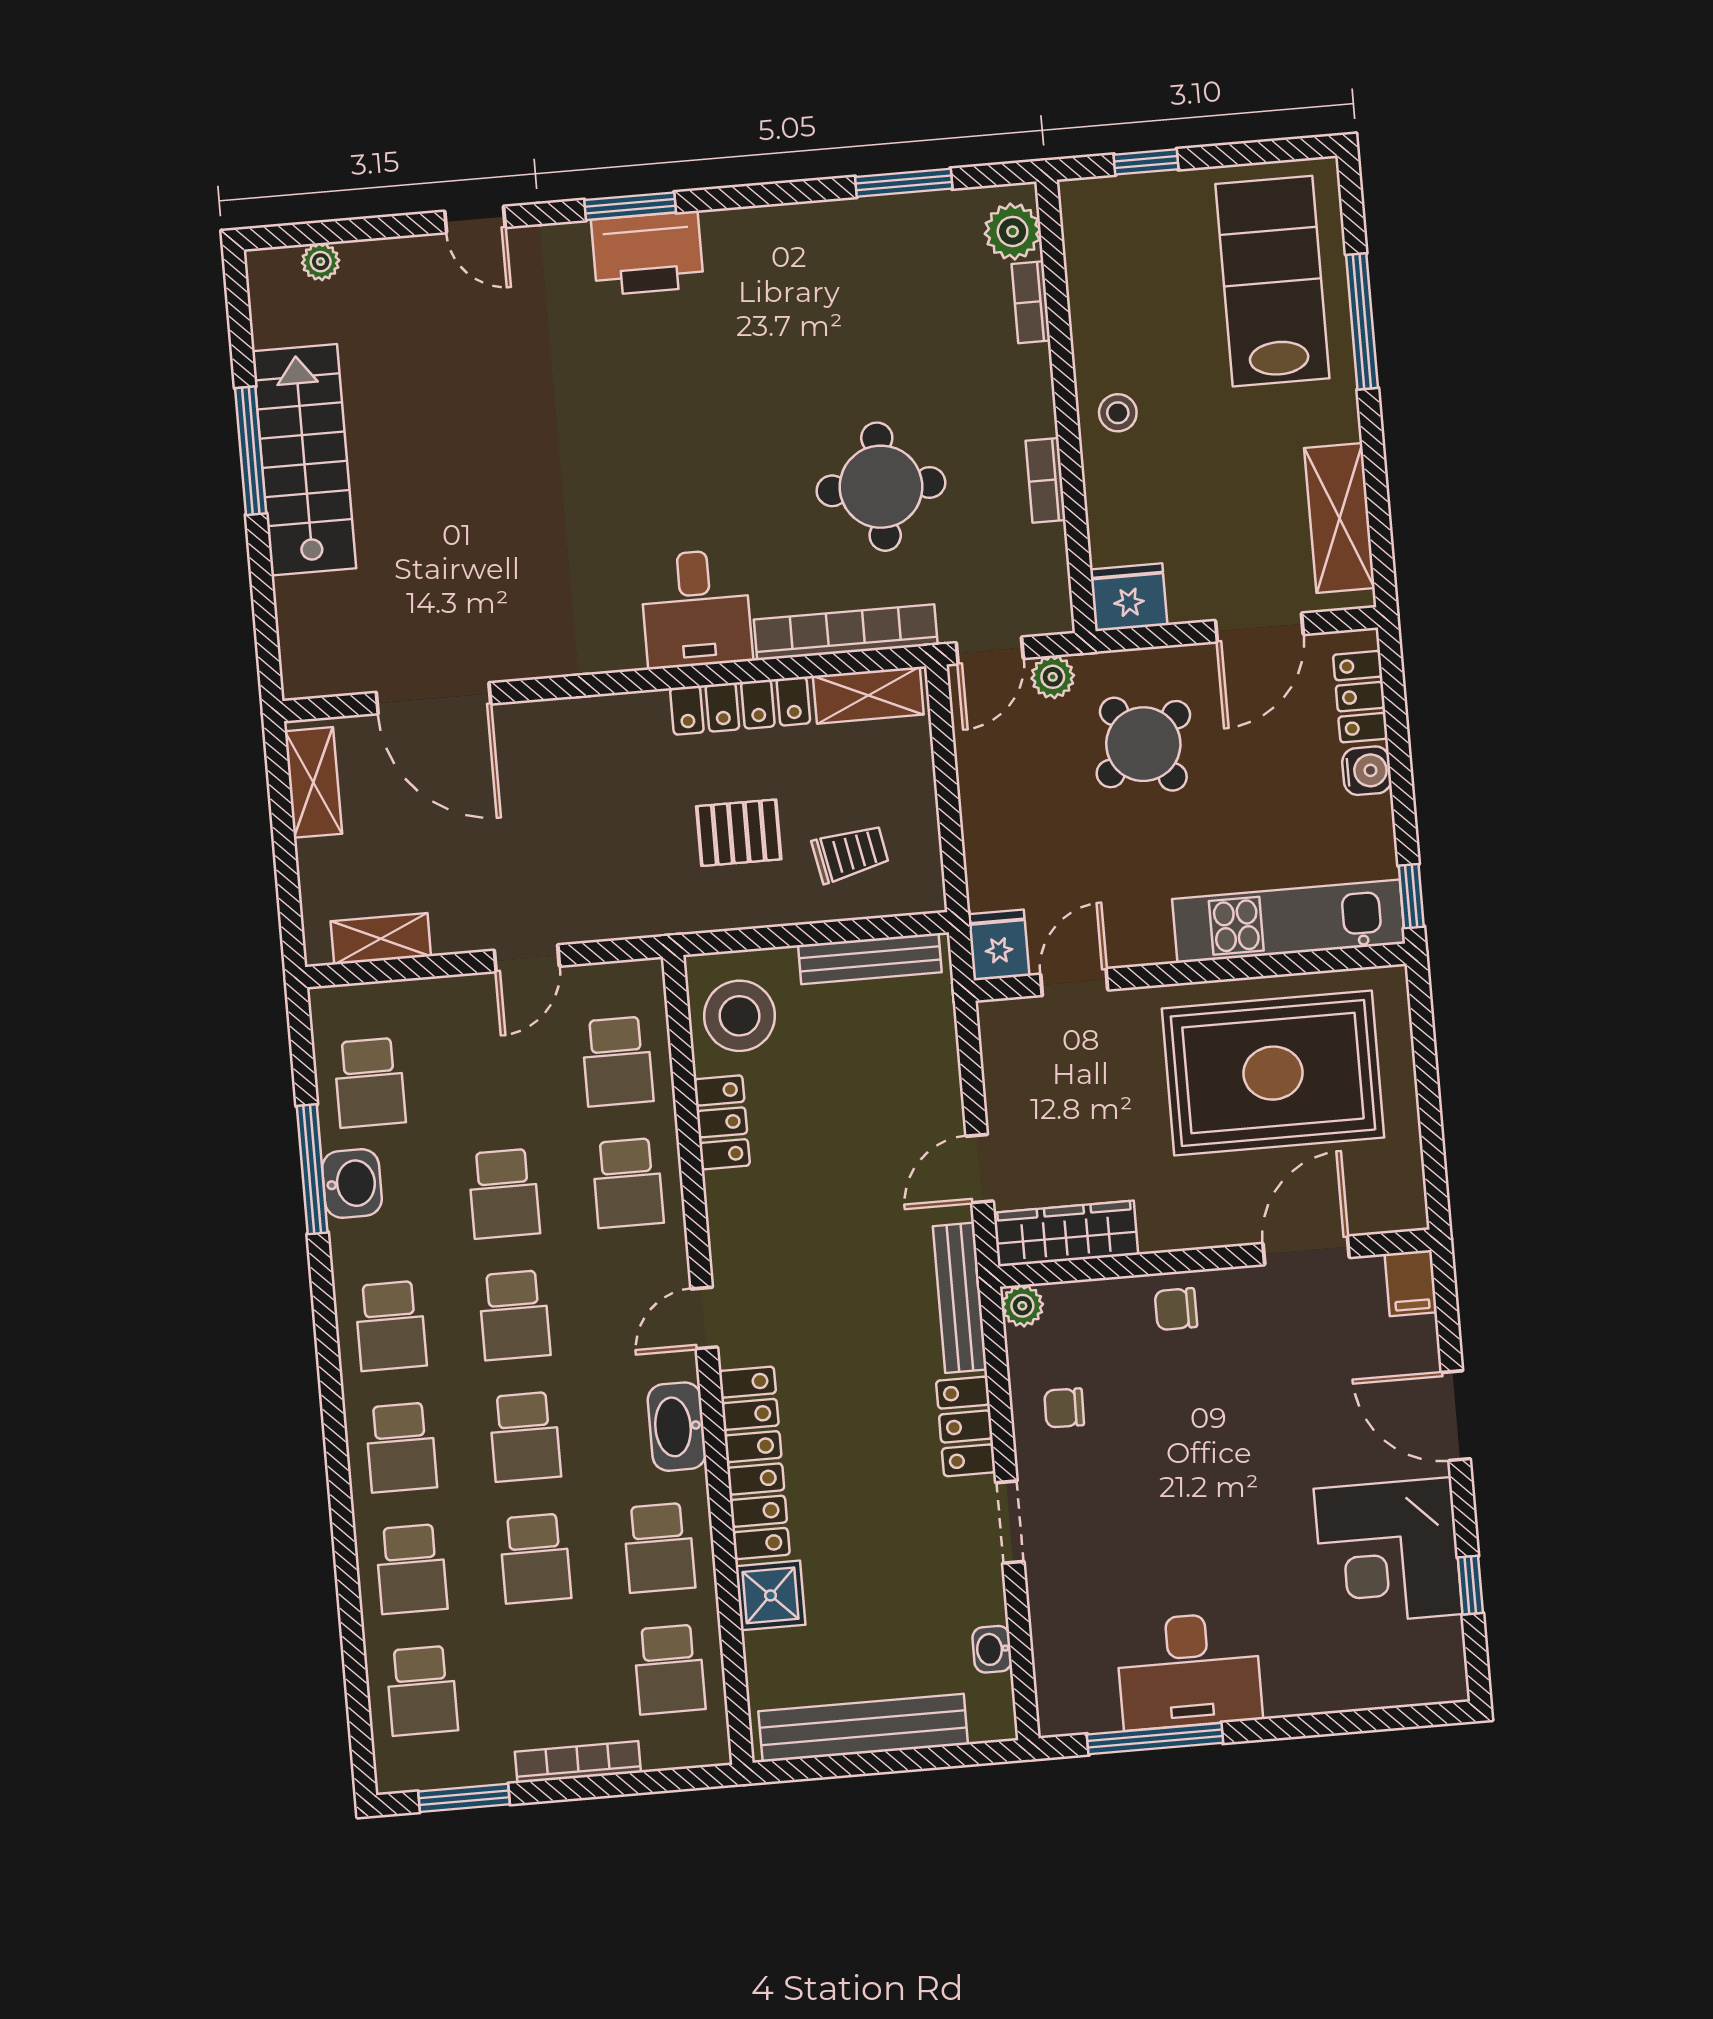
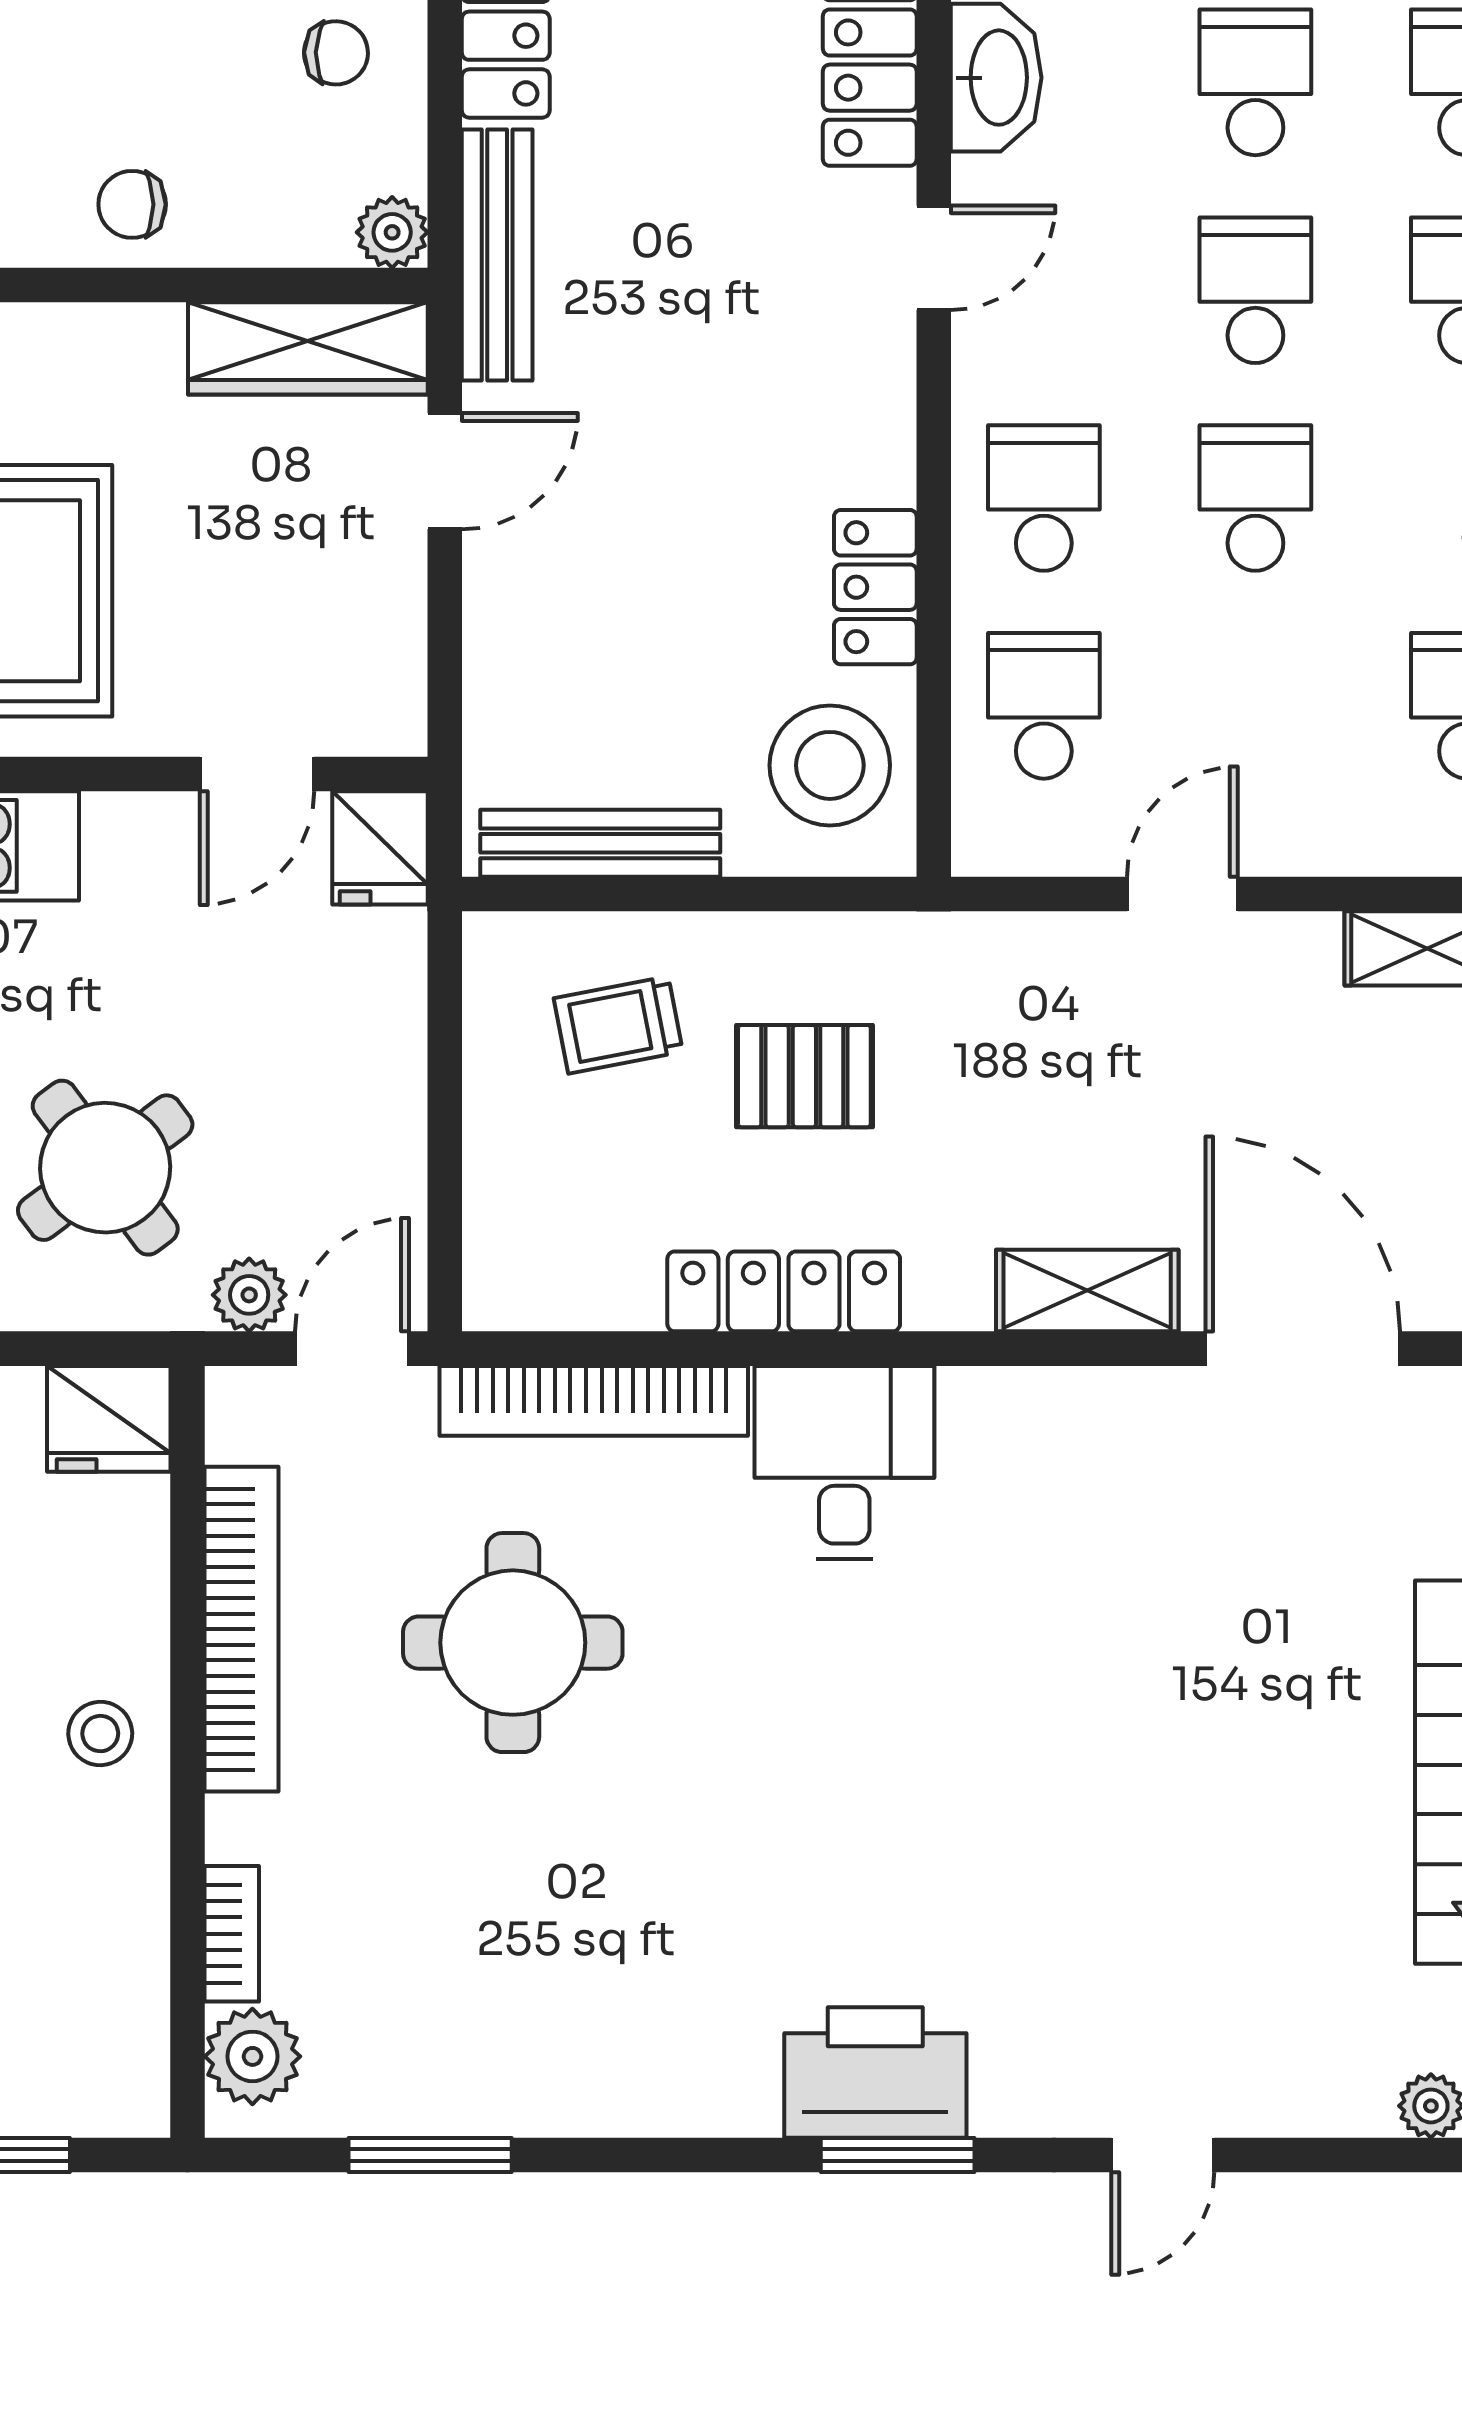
door: (475, 219) -> (1163, 2155), swing flipped
bookcase: (1046, 480) -> (241, 1629), width x2.31, depth x1.31
shelving: (868, 695) -> (1087, 1290), moved
chair: (1176, 1309) -> (132, 204), turned 180

